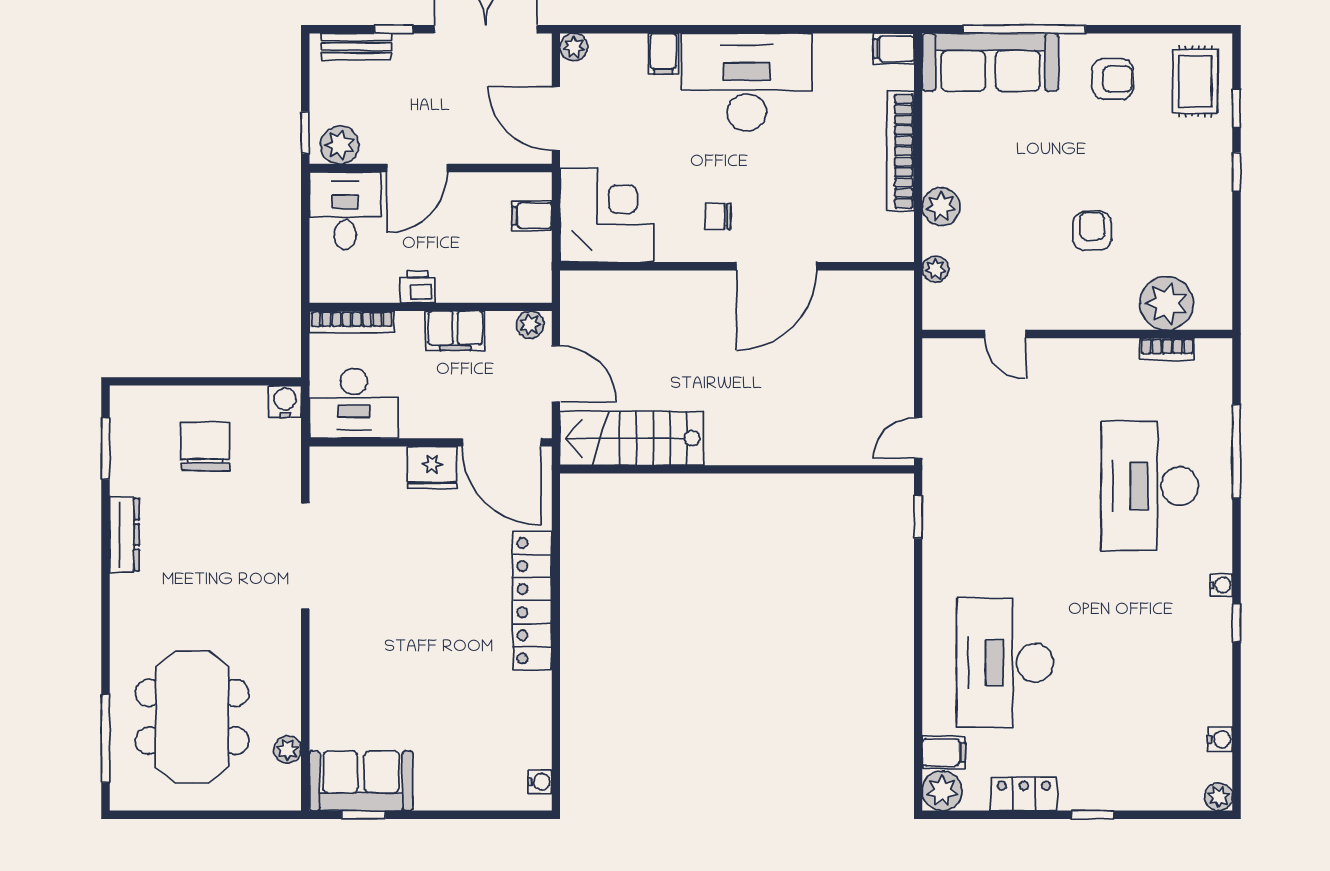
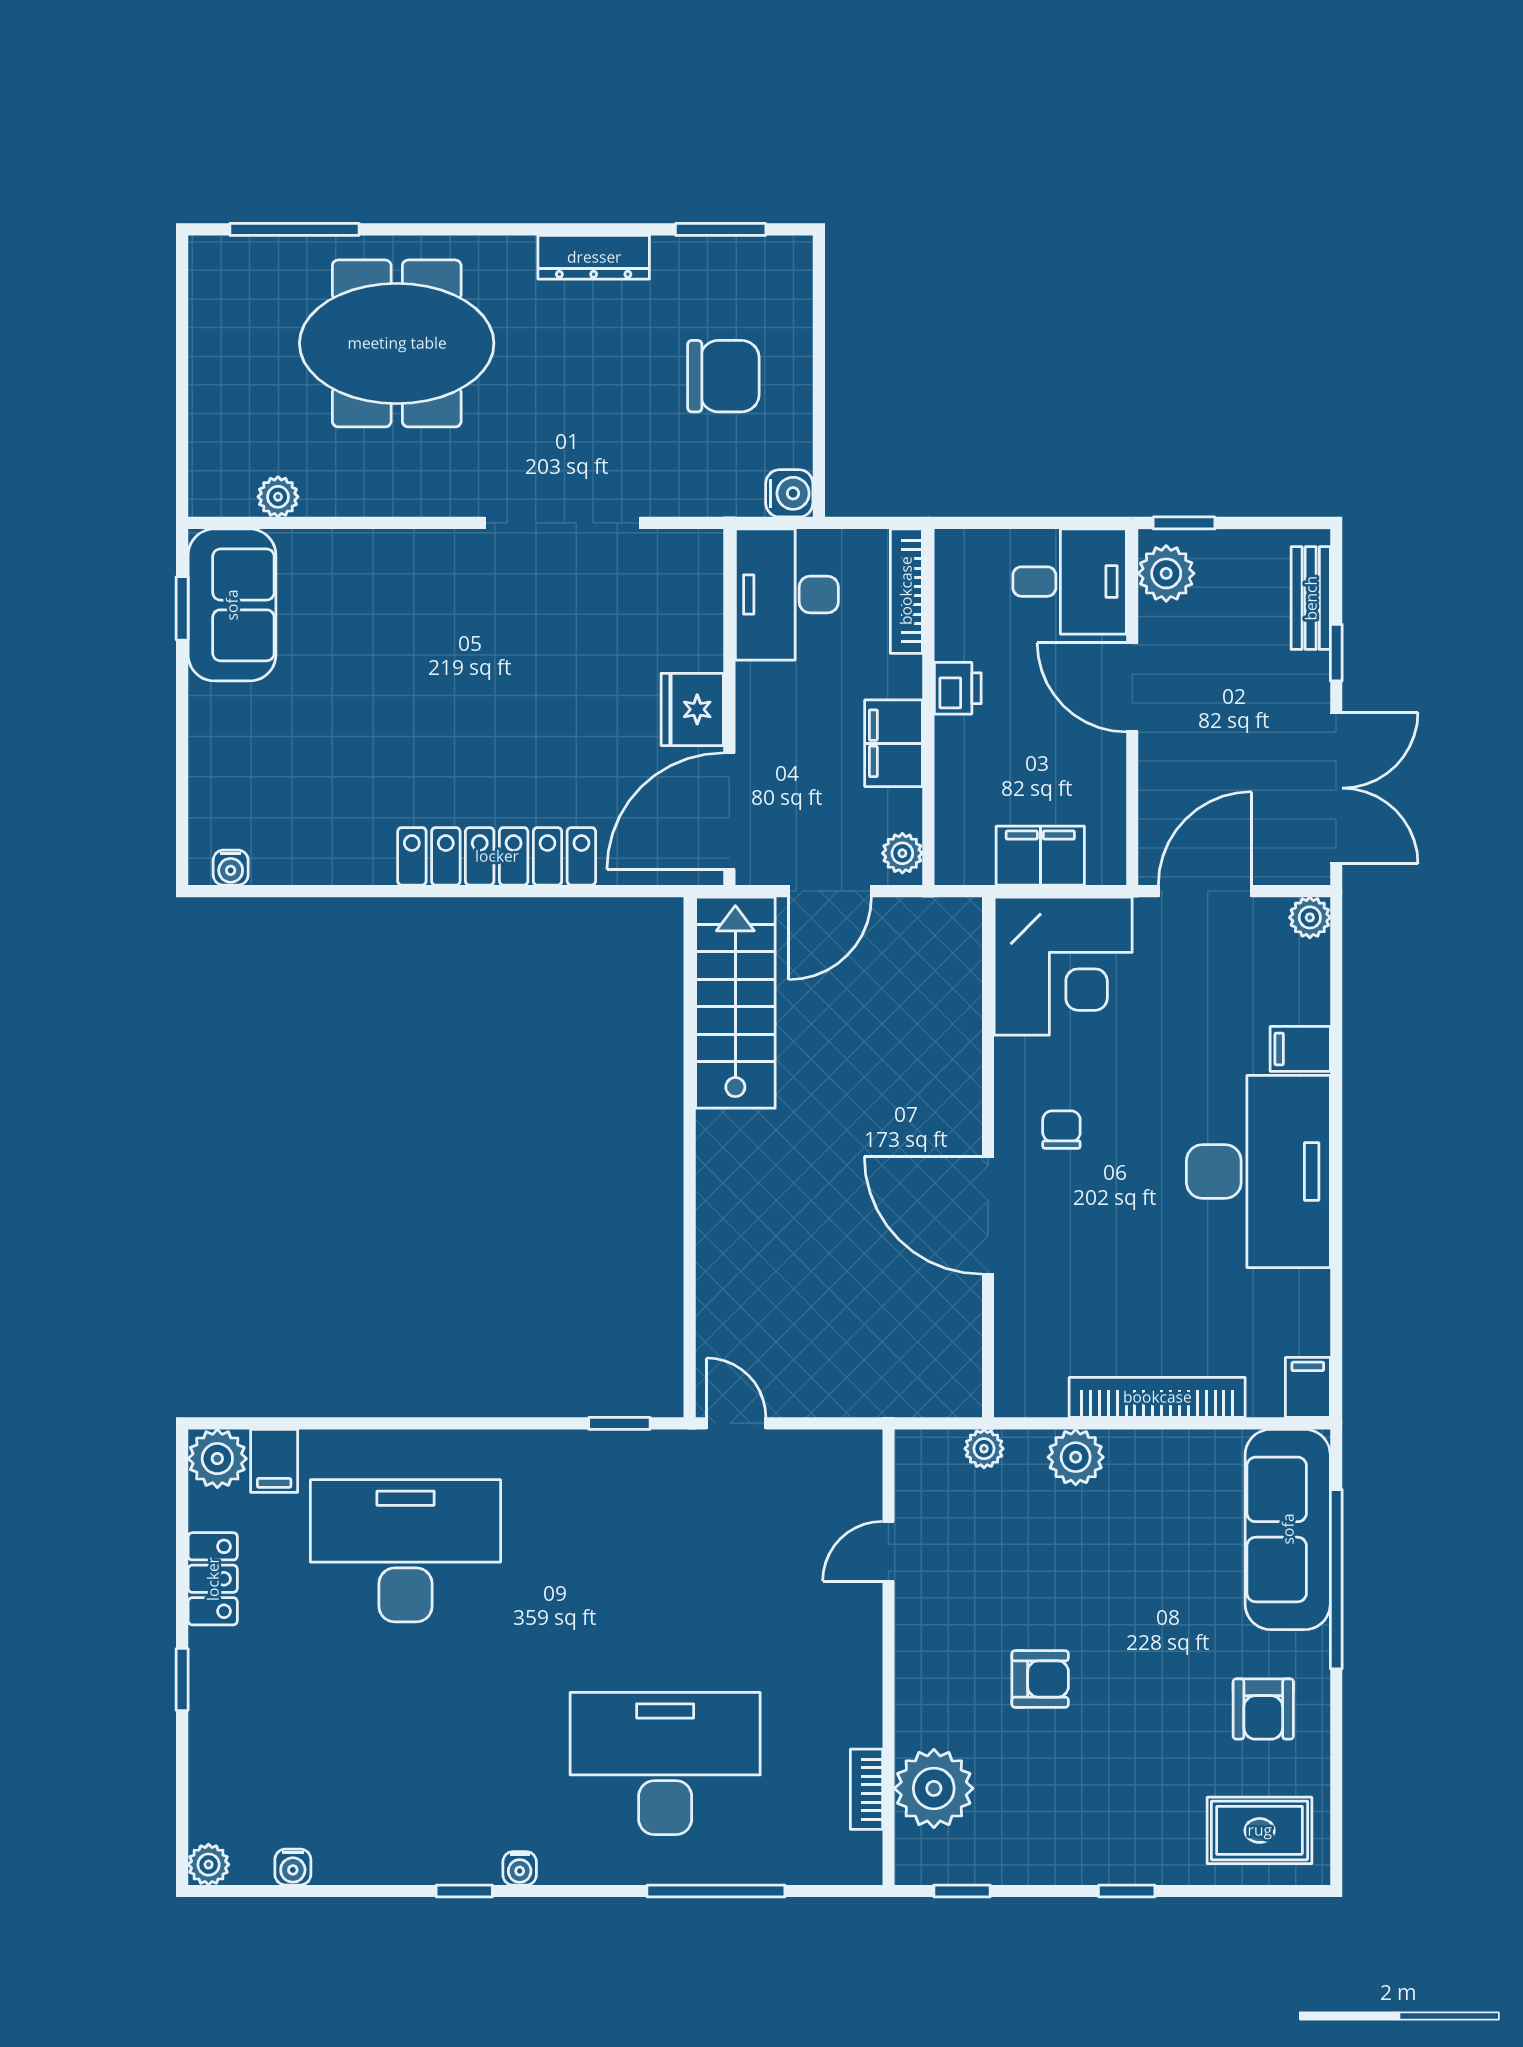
window: (1236, 108) -> (962, 1891), moved
filing cabinet: (532, 216) -> (1040, 856), width x2.00
meeting table: (192, 717) -> (397, 343), moved

